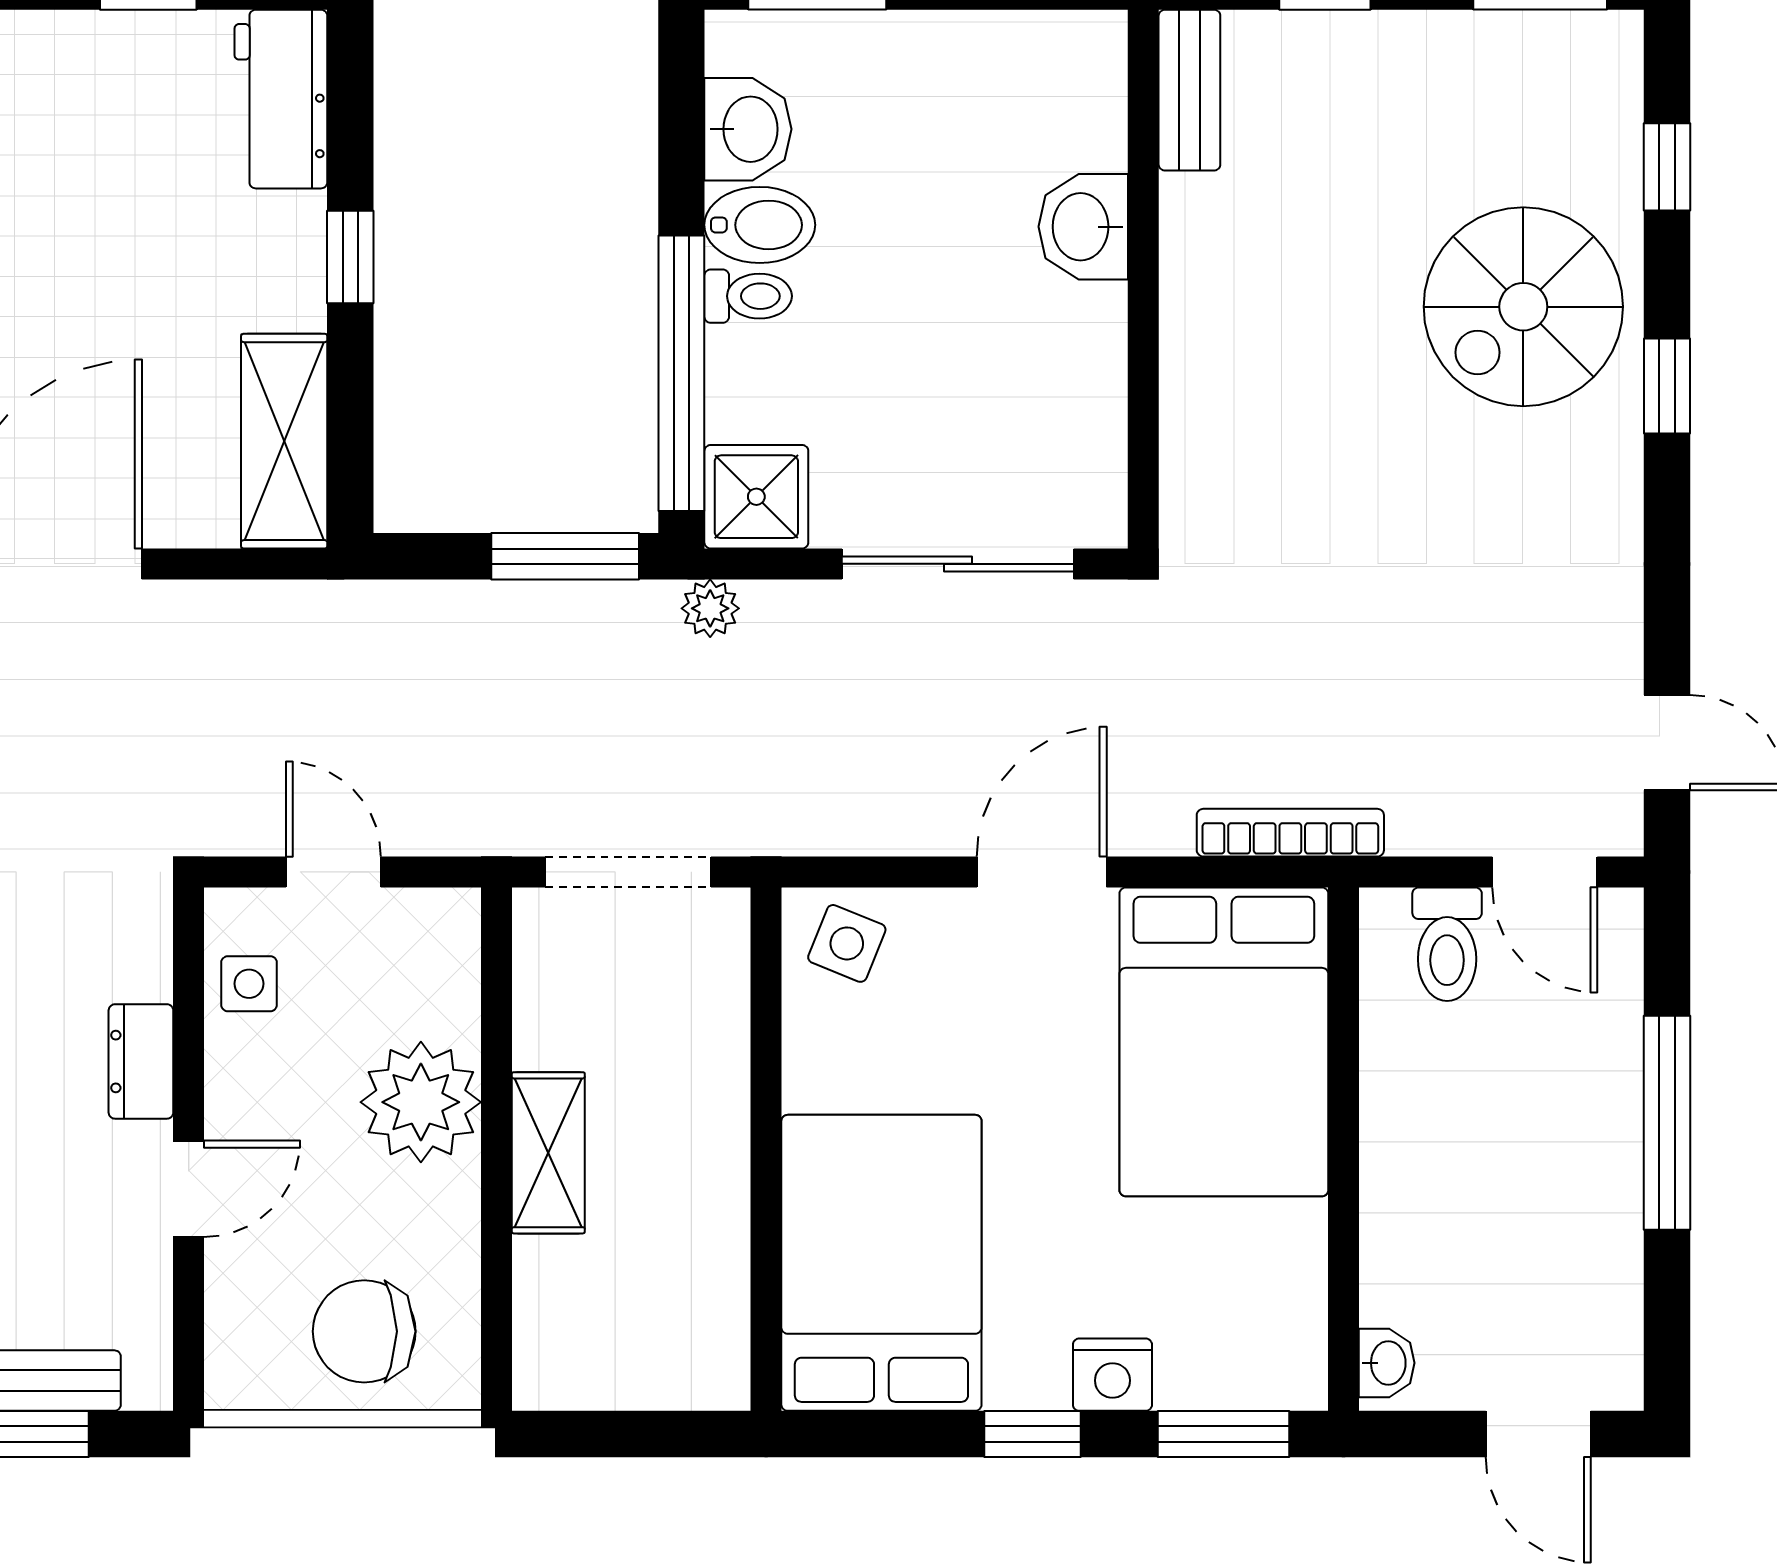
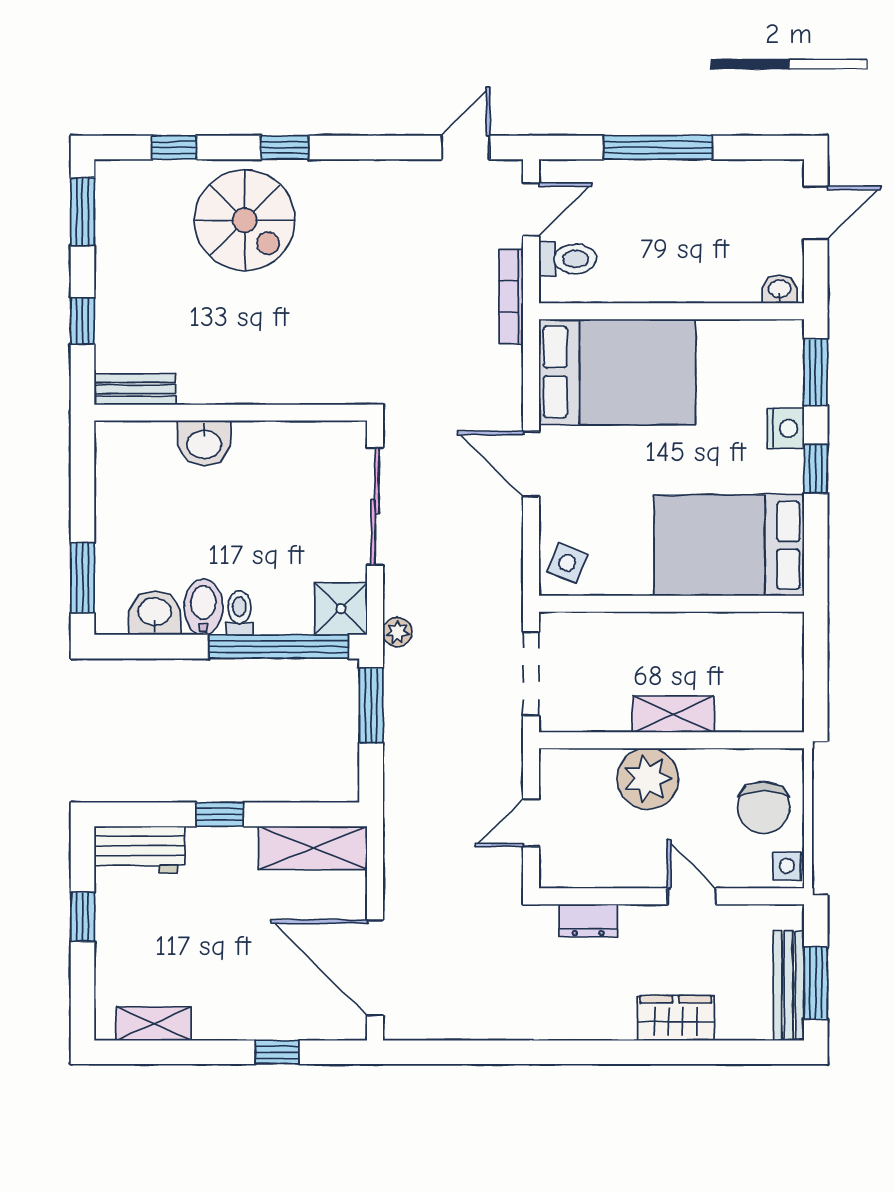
bookcase: (1290, 833) -> (511, 296), moved
side table: (249, 984) -> (787, 866), moved
dresser: (141, 1061) -> (588, 920), moved

